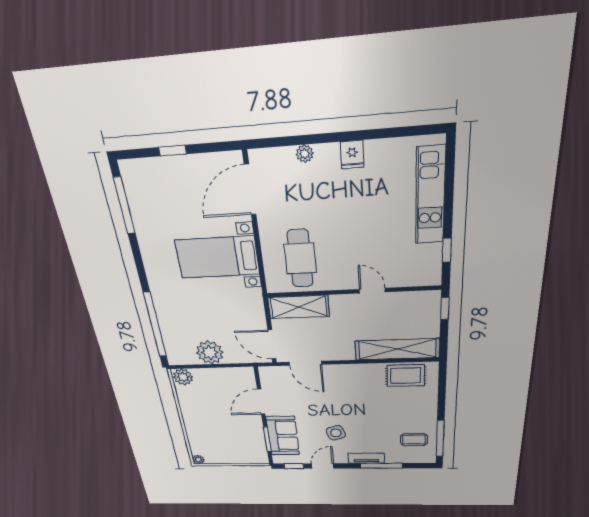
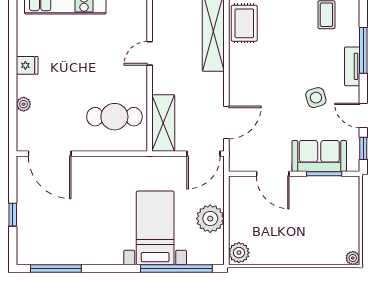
bed with nightstands: (217, 257) -> (155, 228), moved, turned 180

